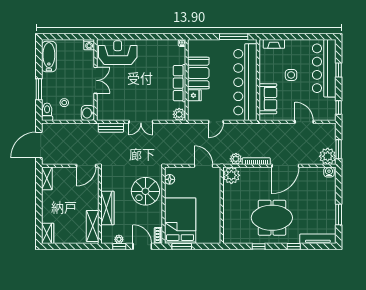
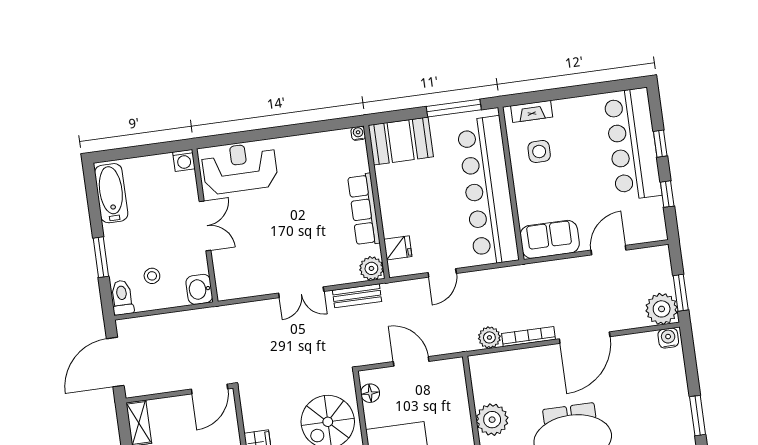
booth: (198, 73) -> (401, 141), moved, turned 90
side table: (291, 75) -> (539, 151), moved
fridge: (194, 95) -> (398, 248), moved
sofa: (268, 99) -> (550, 239), moved, turned -90
window: (339, 108) -> (667, 194), moved
door: (304, 122) -> (608, 250), hinge flipped
bench: (111, 128) -> (357, 296), moved
door: (203, 166) -> (411, 361), moved
plant: (231, 175) -> (492, 420), moved

